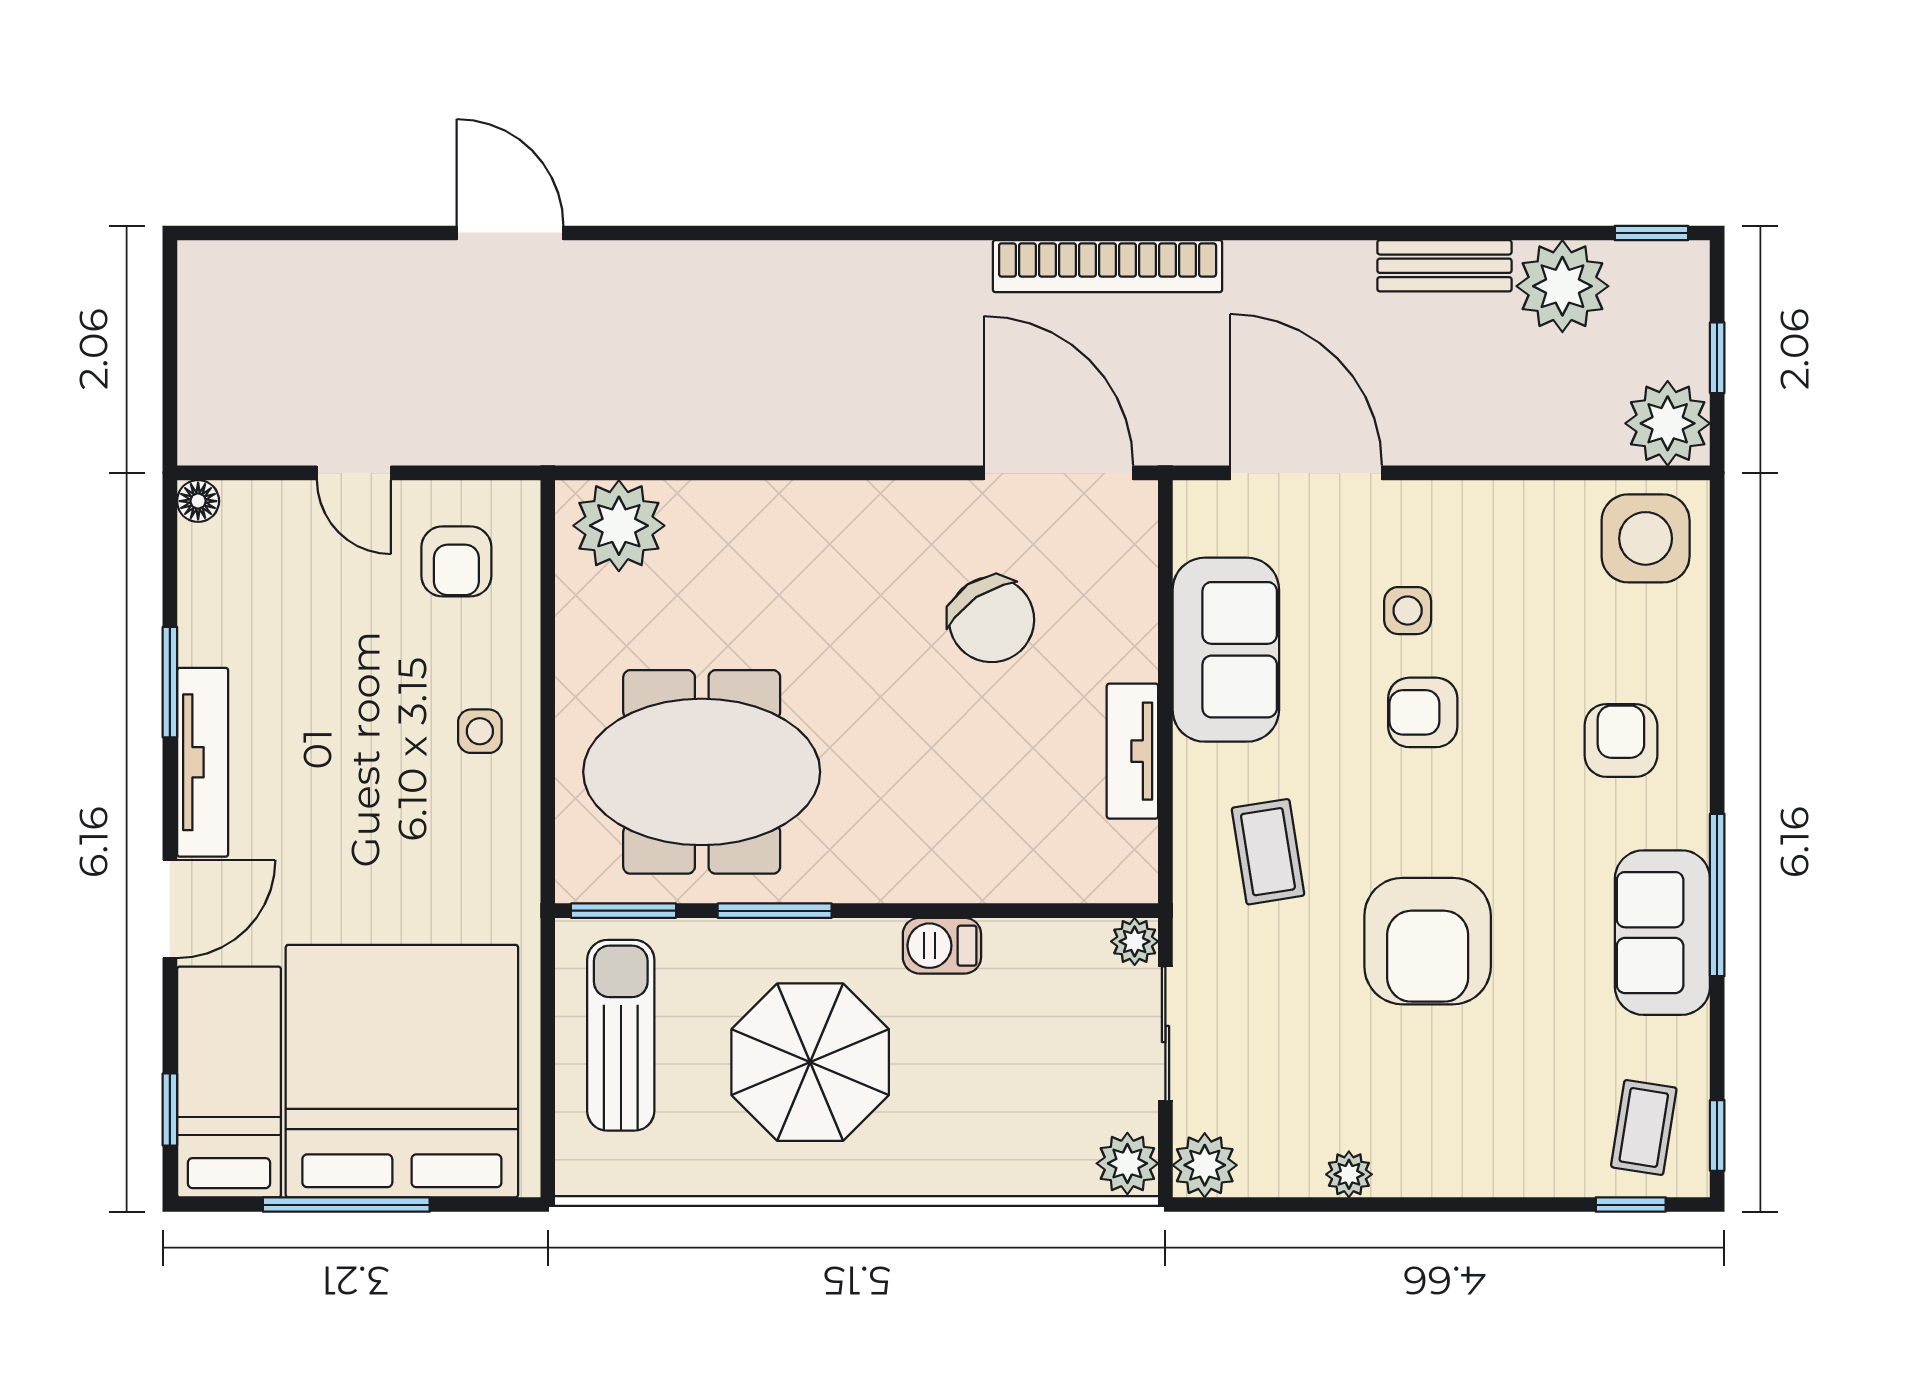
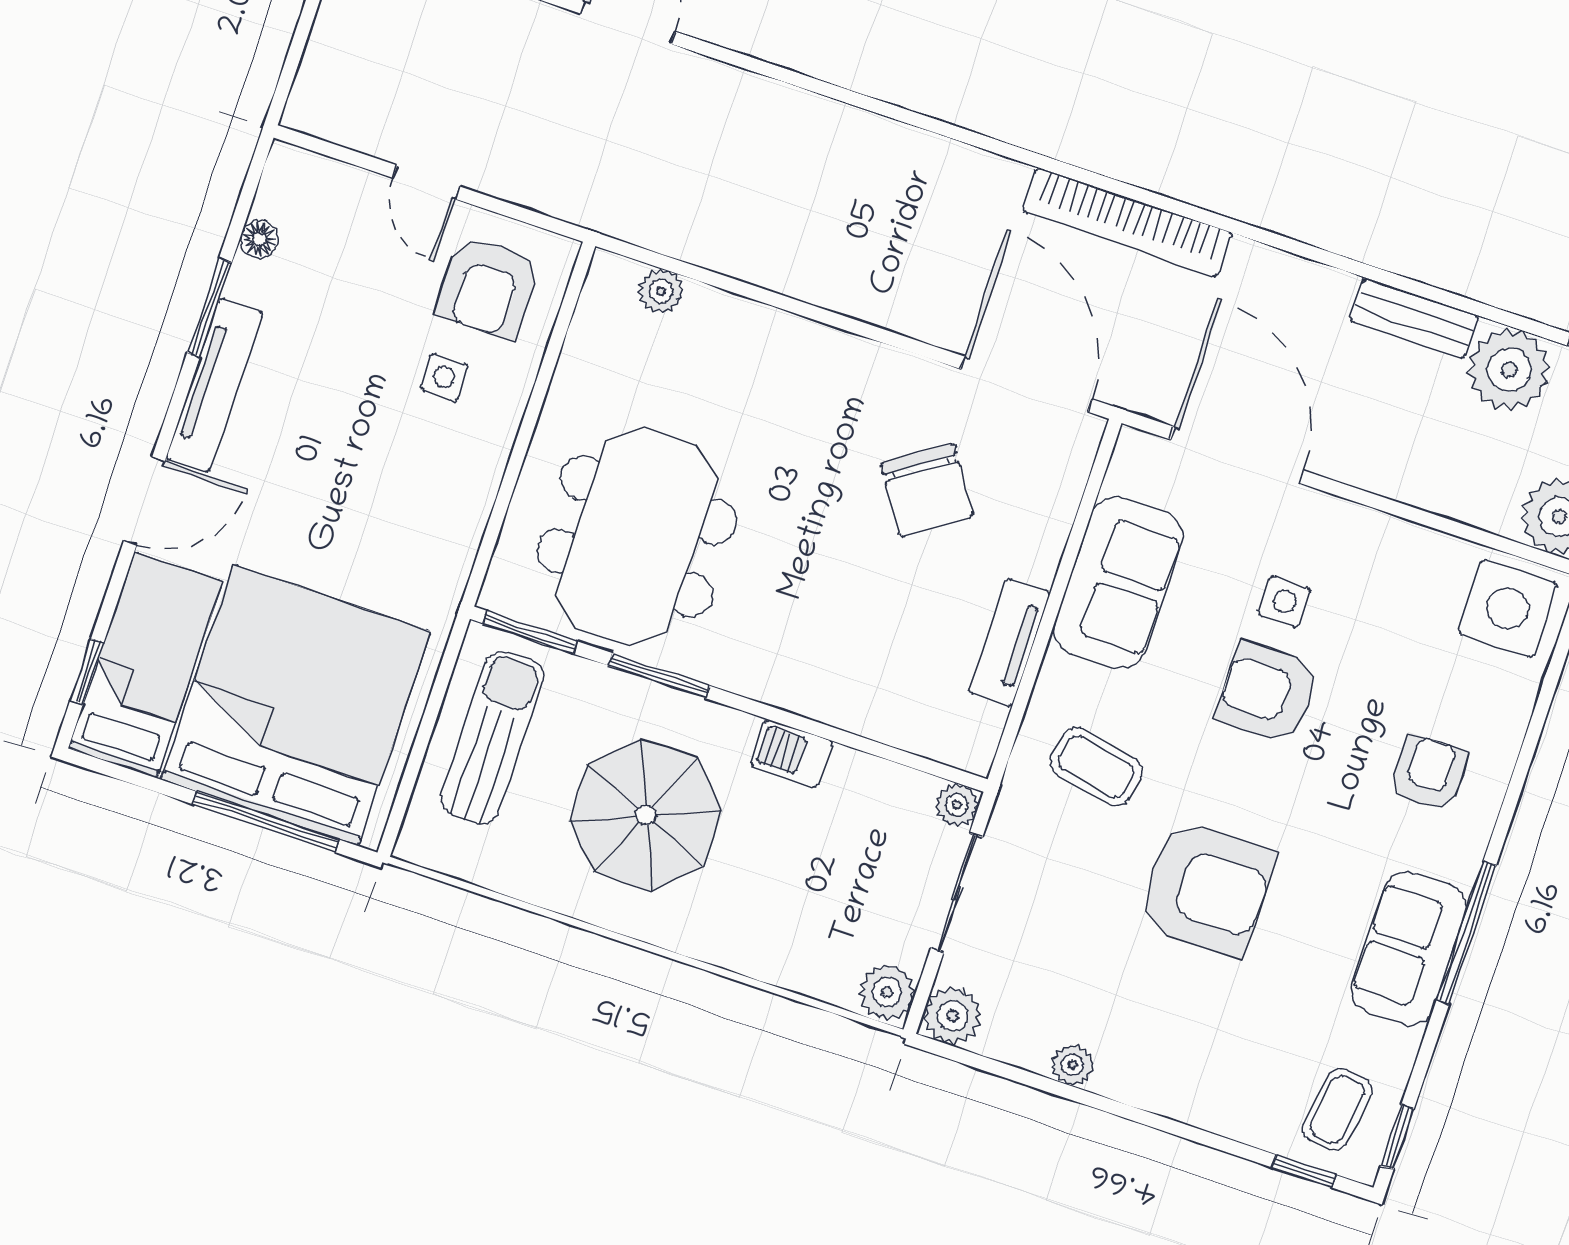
floor lamp: (198, 501) -> (259, 239), moved
plant: (619, 526) -> (661, 291), width x0.53, depth x0.53
armchair: (456, 561) -> (488, 287), width x1.38, depth x1.38
armchair: (1423, 712) -> (1268, 693), width x1.38, depth x1.38
side table: (480, 731) -> (444, 377), moved
meeting table: (702, 772) -> (637, 537), turned 90
coffee table: (1268, 852) -> (1096, 767), turned -70
armchair: (1428, 941) -> (1206, 889), turned -90
window: (346, 1205) -> (266, 822), moved

